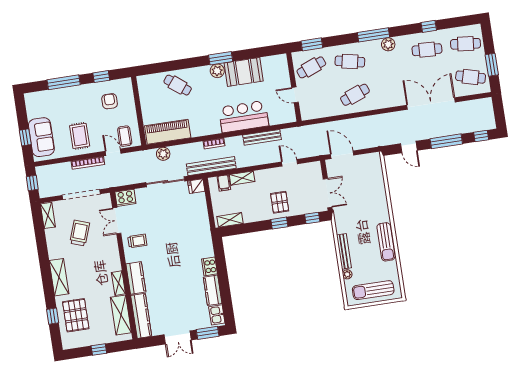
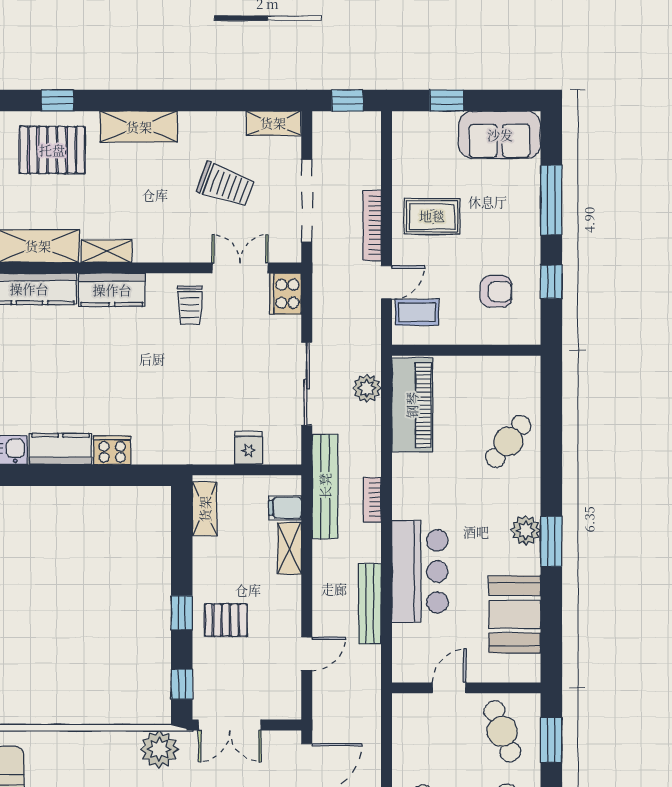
booth: (244, 72) -> (515, 614), moved
sofa: (41, 137) -> (500, 135), moved
fridge: (196, 186) -> (249, 448), moved
bench: (344, 251) -> (101, 741), removed
plant: (347, 274) -> (159, 749), moved, width x1.87, depth x1.87

